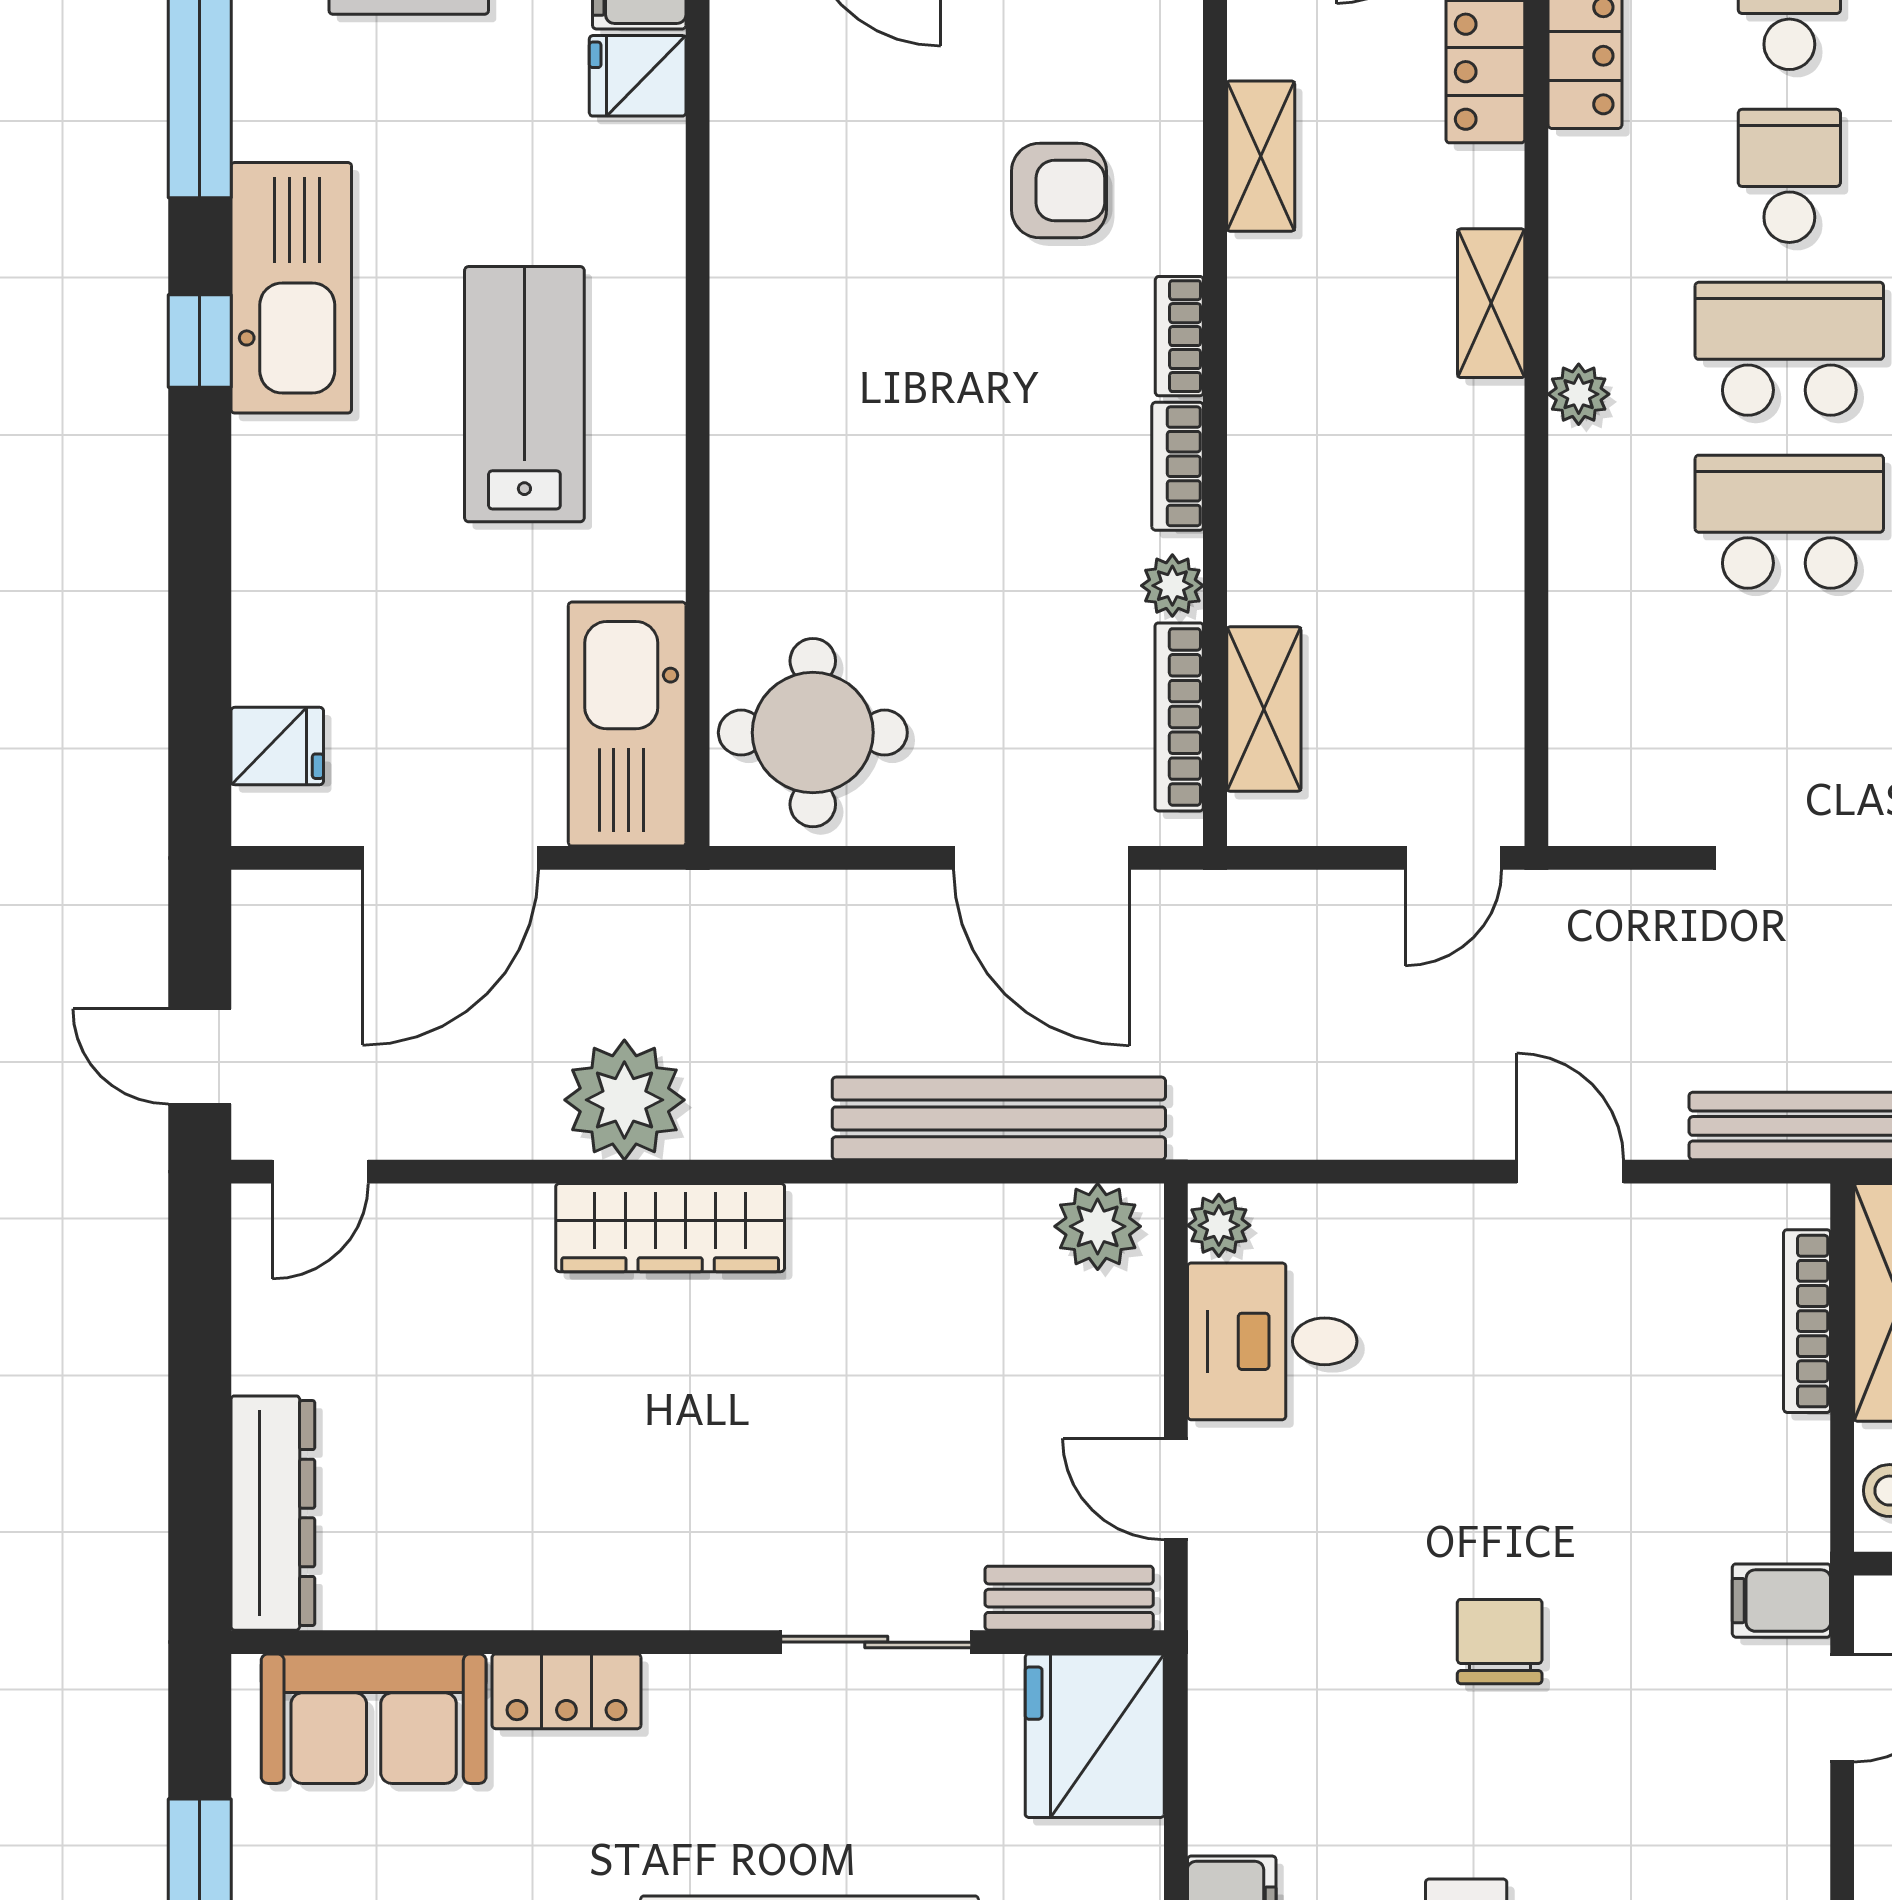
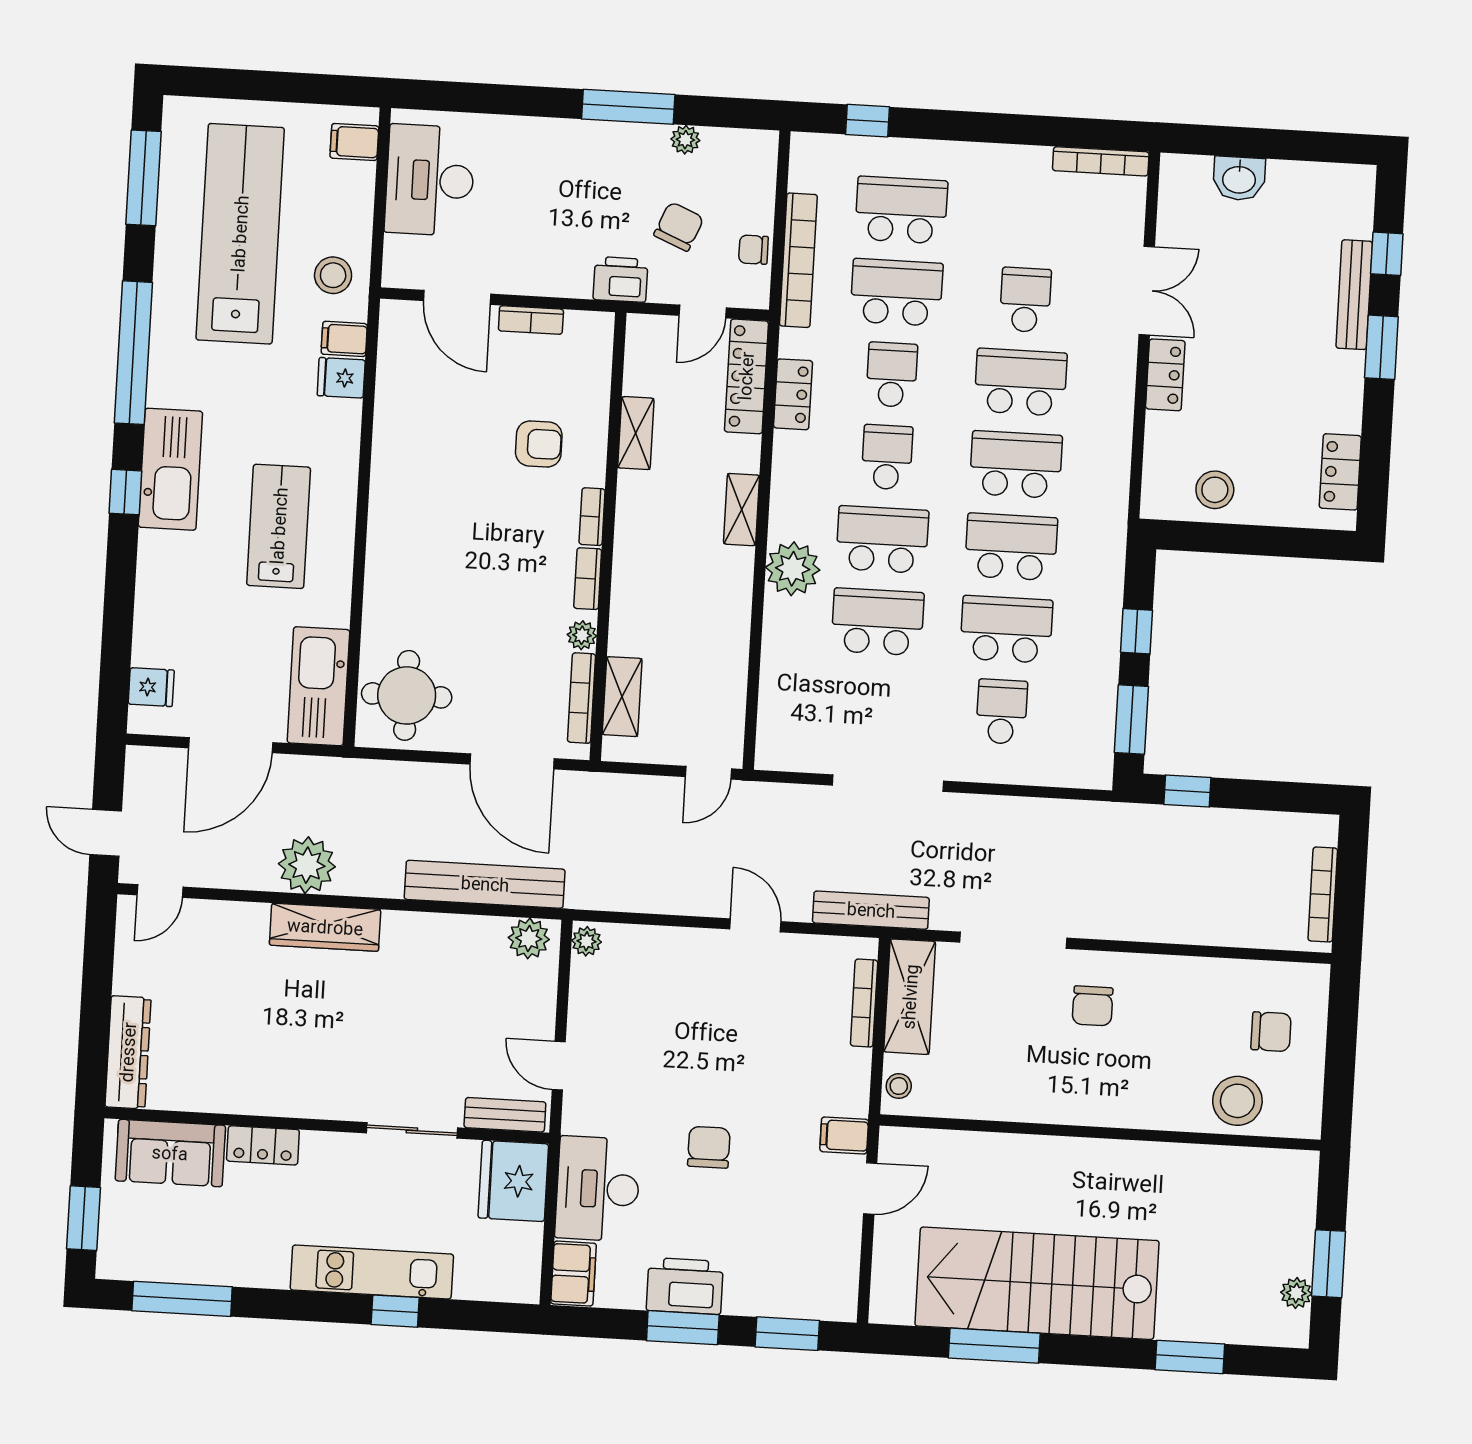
plant: (1579, 394) -> (793, 569), width x1.88, depth x1.88
desk: (1272, 1341) -> (598, 1189), moved, width x1.37

